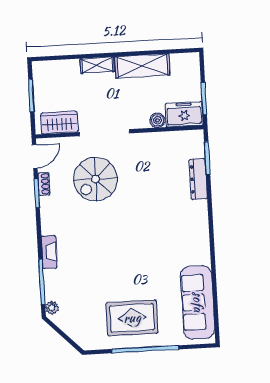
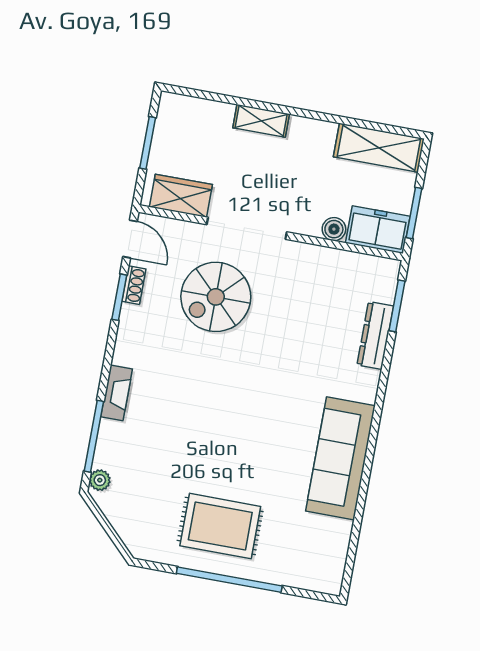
shelving: (142, 66) -> (379, 148), moved
door: (35, 156) -> (130, 239), hinge flipped
sofa: (198, 302) -> (340, 458), moved

